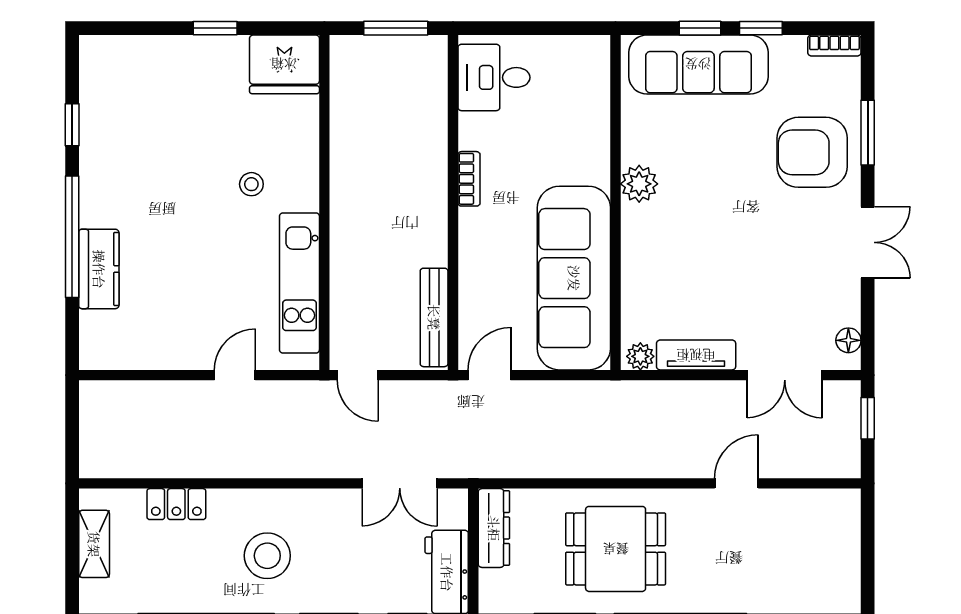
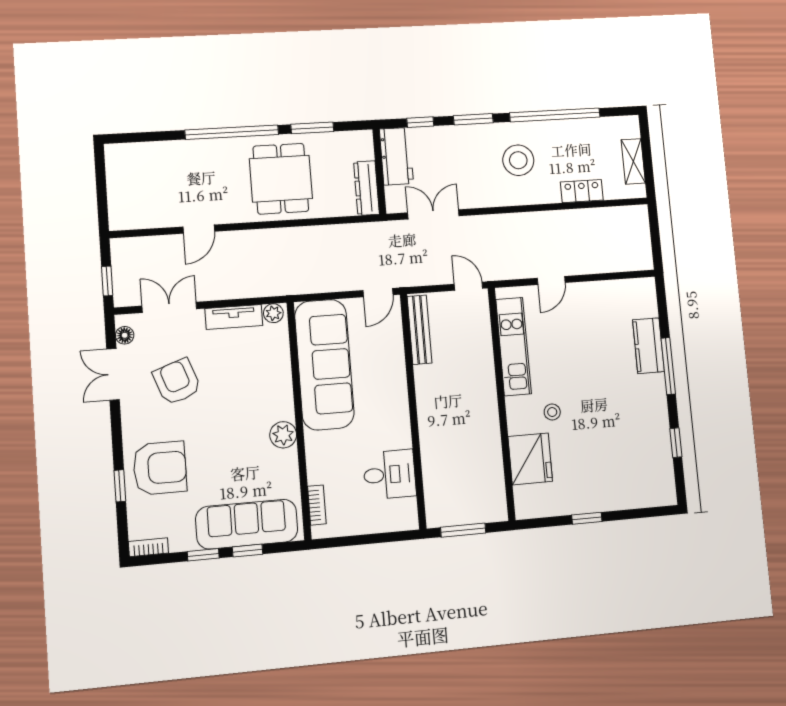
fridge: (284, 64) -> (530, 459), moved, turned 90
desk: (494, 77) -> (389, 474), moved
window: (868, 133) -> (120, 486), width x0.67
bookcase: (469, 179) -> (317, 505), moved, turned 180
window: (72, 237) -> (668, 366), width x0.68
double door: (868, 242) -> (113, 374), moved
armchair: (781, 270) -> (177, 382), added
dining table: (616, 549) -> (281, 179), turned 90

